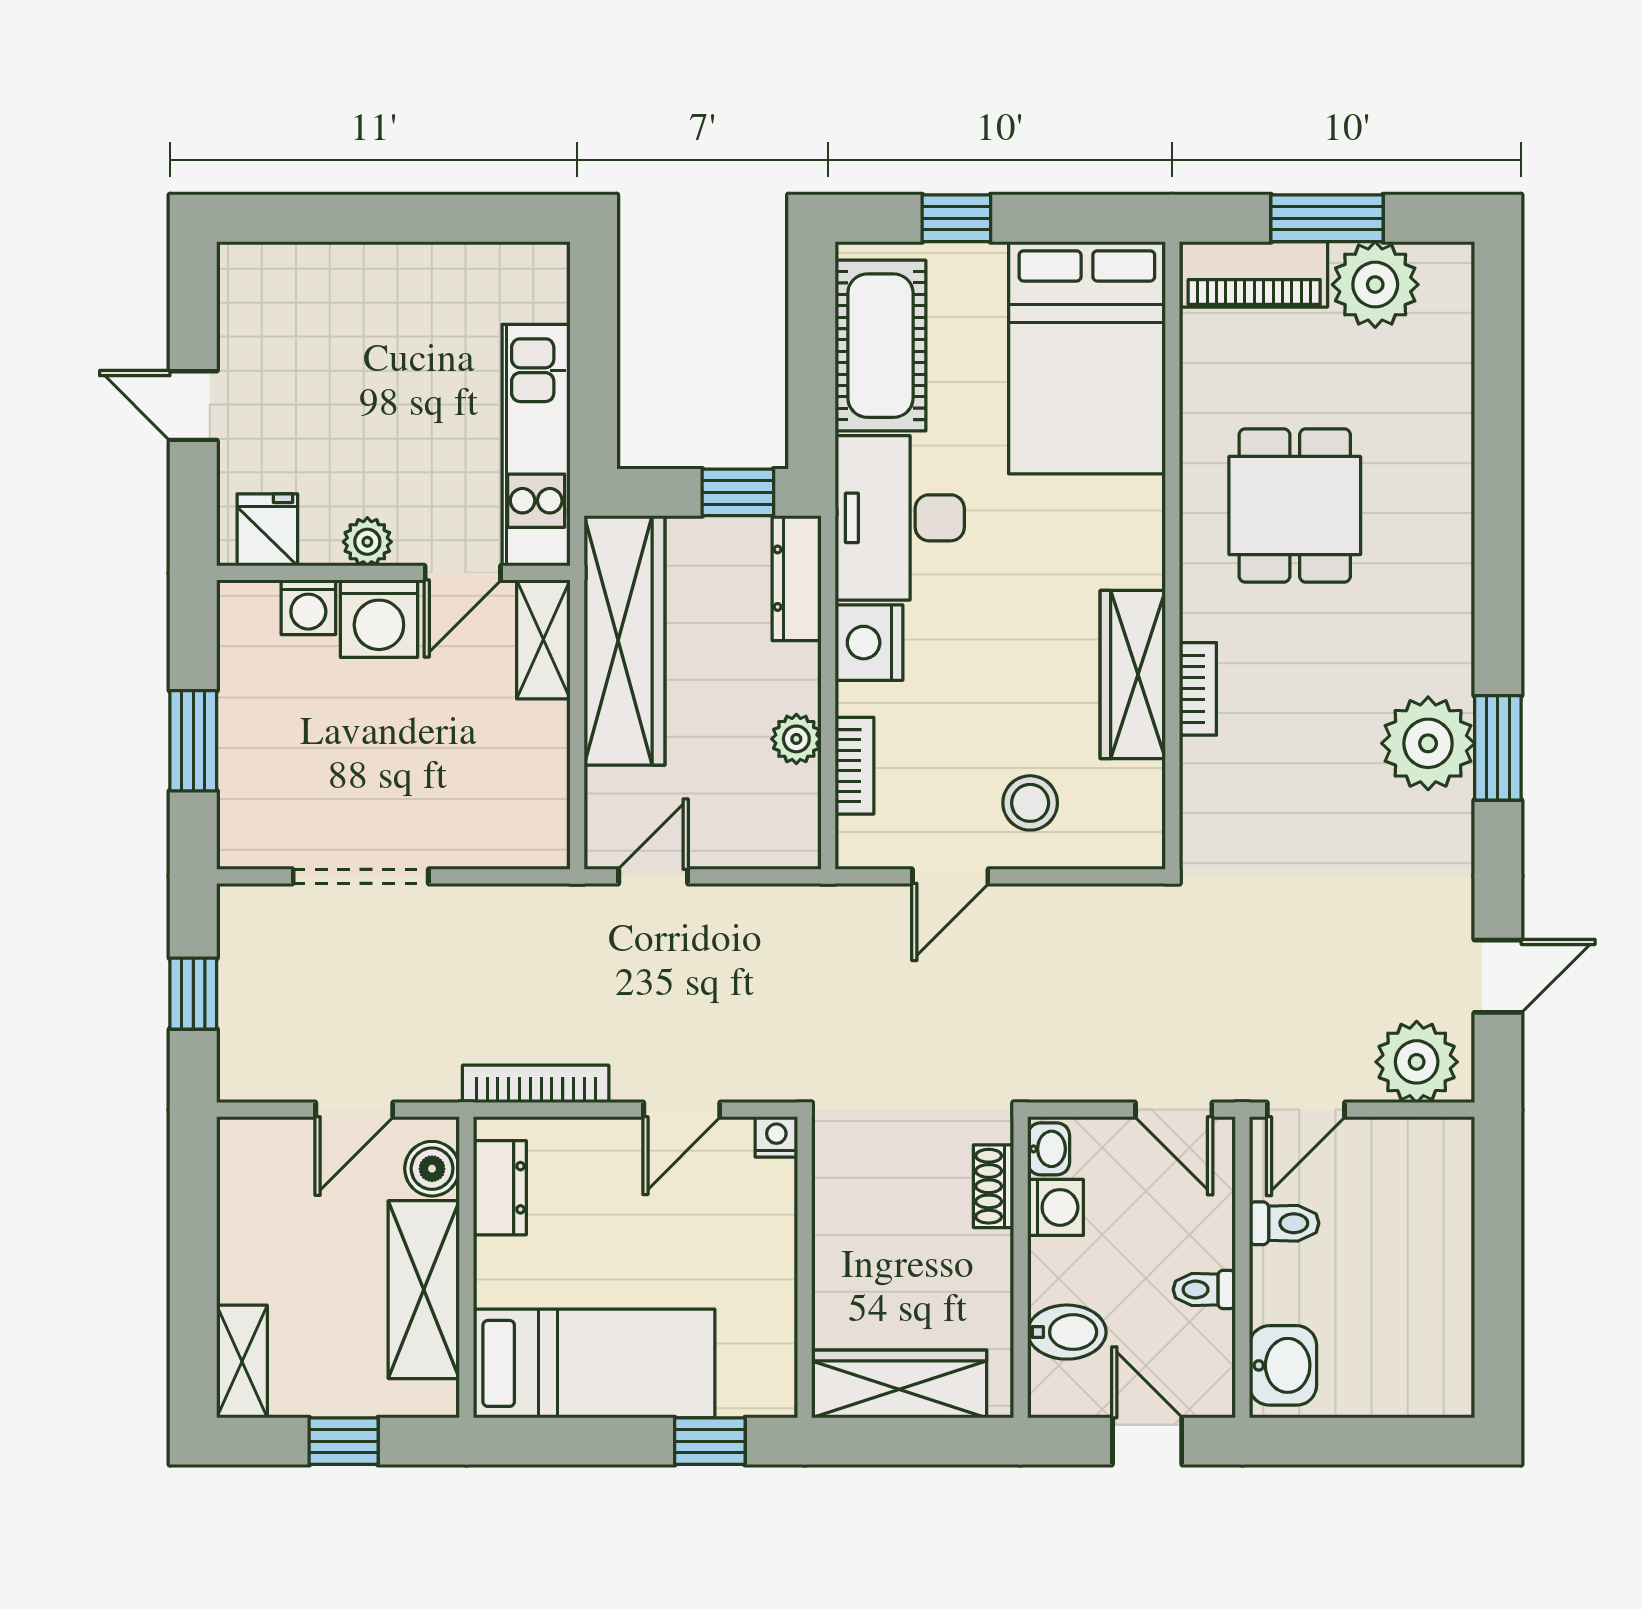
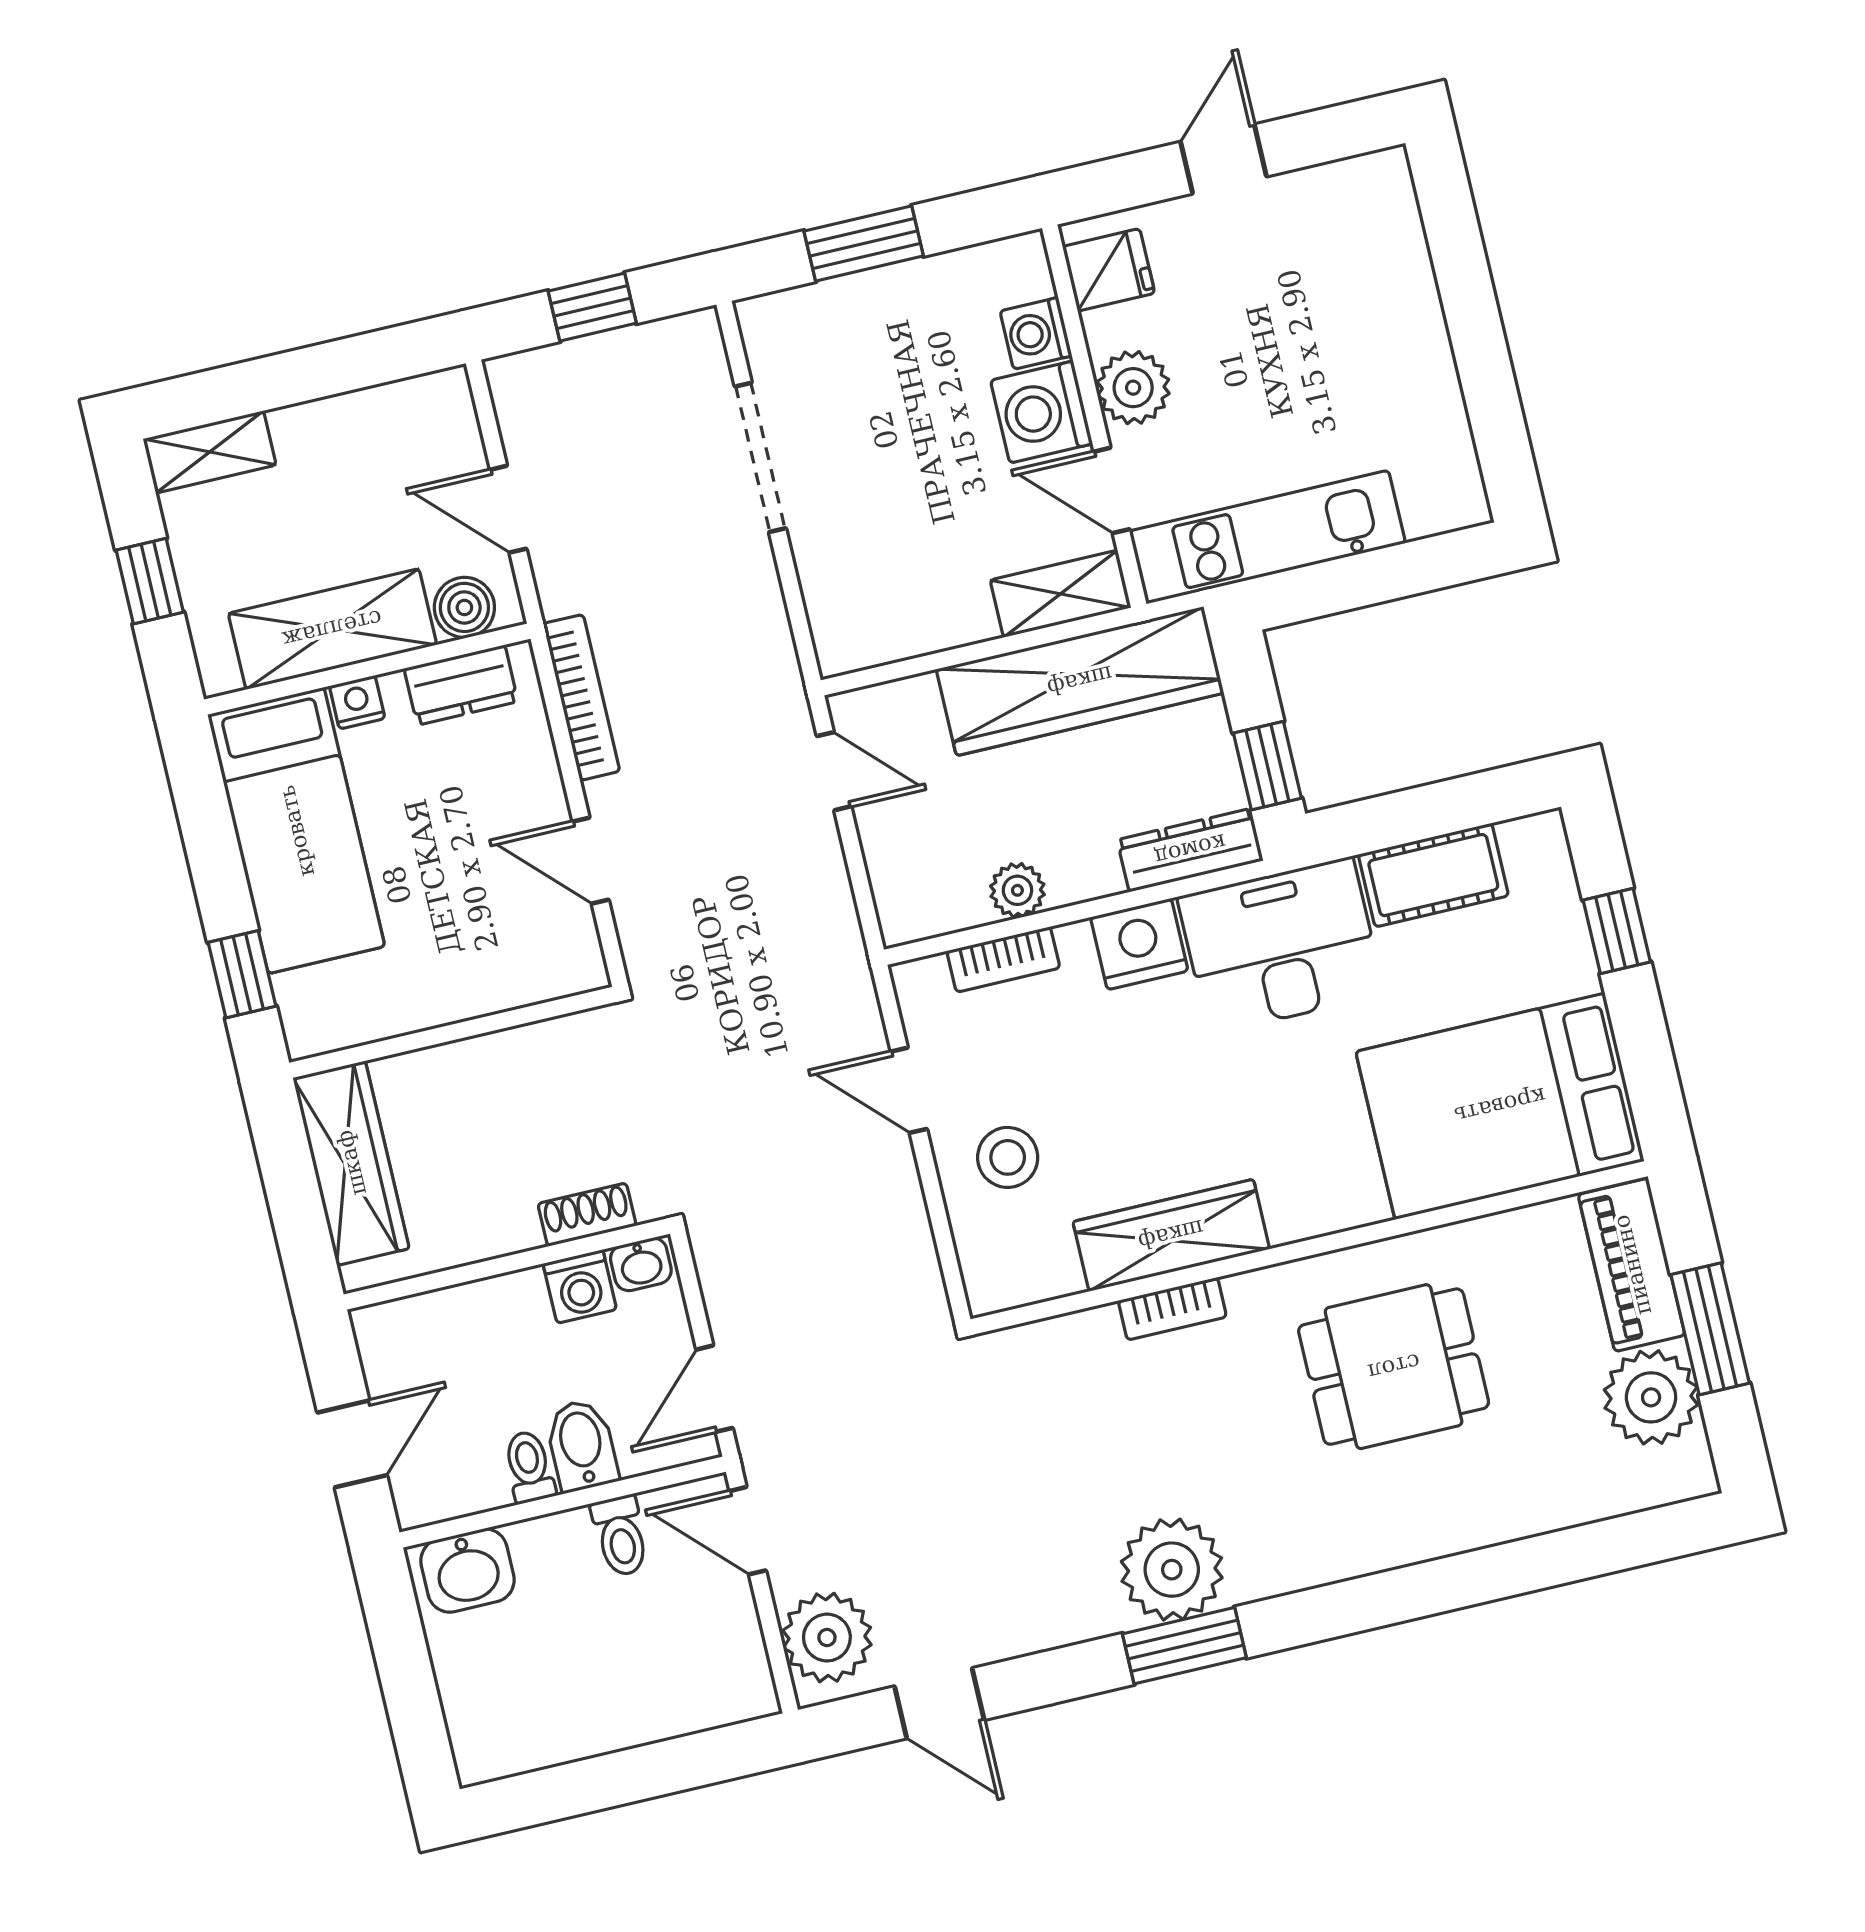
cot: (880, 346) -> (1433, 875), width x0.73, depth x0.75
plant: (367, 542) -> (1133, 388), width x1.38, depth x1.38
nightstand: (776, 1137) -> (357, 702), moved, turned -90
bidet: (1067, 1332) -> (582, 1445), moved, turned 180

